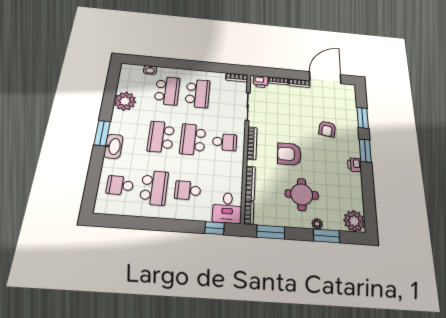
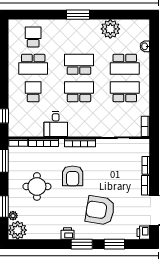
printer: (261, 82) -> (143, 233), moved
school desk: (198, 93) -> (125, 92), turned 180
armchair: (327, 129) -> (100, 210), width x1.88, depth x1.88
school desk: (225, 142) -> (79, 119), removed
washbasin: (113, 146) -> (67, 26), removed
armchair: (289, 154) -> (73, 176), turned 180
desk: (227, 208) -> (56, 124), moved, turned -90
plant: (317, 224) -> (13, 216), moved

